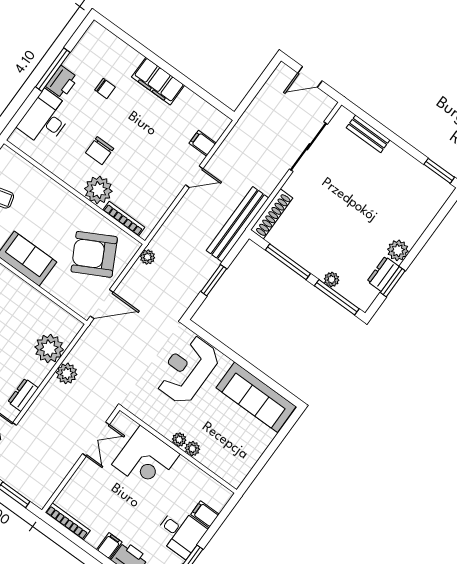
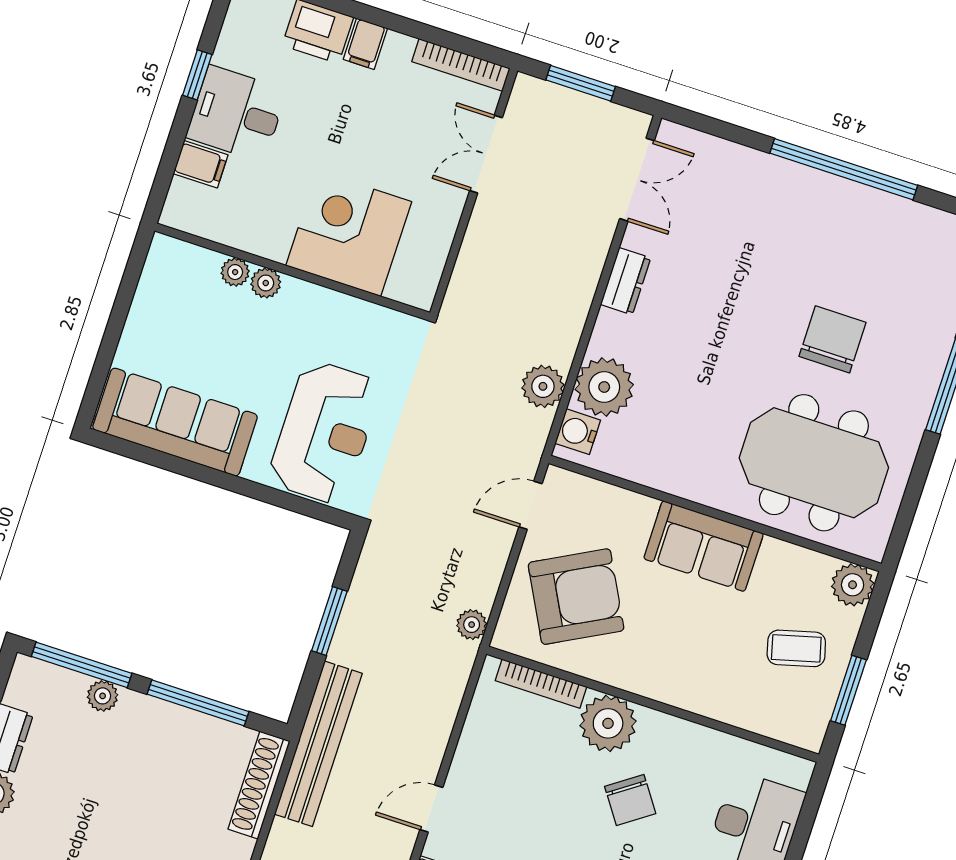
chair: (100, 151) -> (630, 800), turned 145
door: (102, 304) -> (531, 505), width x0.73
water cooler: (68, 331) -> (578, 432), added
plant: (67, 373) -> (543, 386), moved
double door: (96, 439) -> (486, 154), moved
plant: (179, 440) -> (235, 272), moved

